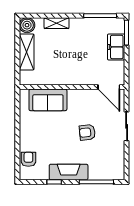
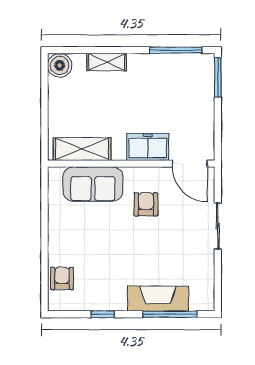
freezer: (116, 47) -> (148, 147), moved, turned 90
shelving: (27, 52) -> (82, 149), moved, turned 90
armchair: (87, 132) -> (146, 204), moved, turned 96
fireplace: (69, 172) -> (158, 299), moved

